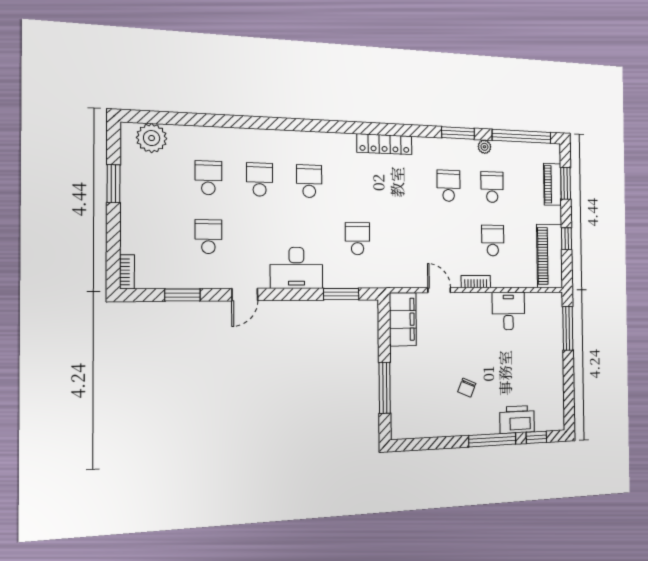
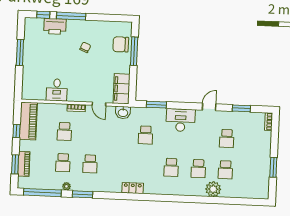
plant: (152, 138) -> (213, 189), moved
locker: (385, 144) -> (133, 188), width x0.66
washbasin: (398, 277) -> (123, 112), added
window: (568, 328) -> (20, 52), moved
chair: (408, 398) -> (121, 44), added

